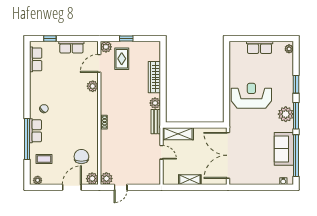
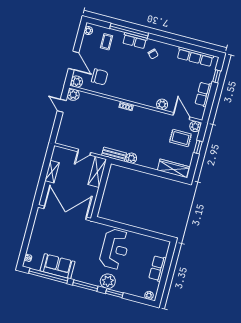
row of seats: (36, 59) -> (195, 57), width x1.48
wardrobe: (154, 77) -> (173, 168), moved
plant: (286, 114) -> (108, 281), moved

